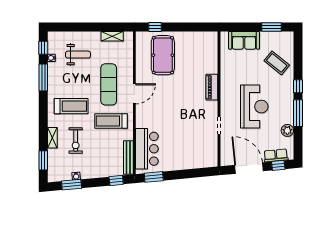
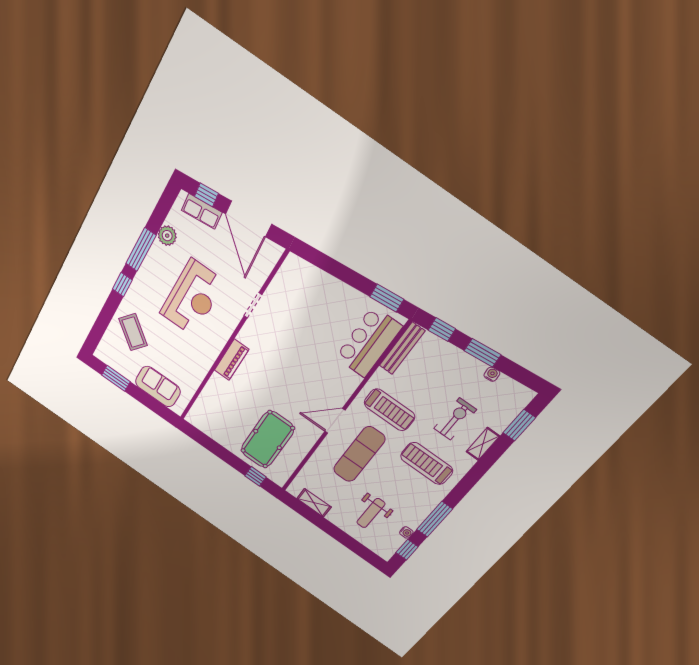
weight bench: (78, 55) -> (371, 513), turned -90
reception desk: (254, 107) -> (192, 298), turned 180
window: (72, 185) -> (483, 353), moved

